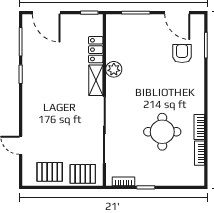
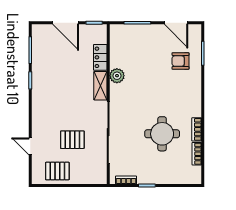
door: (46, 13) -> (66, 23), moved
armchair: (182, 54) -> (181, 61), turned -90
pallet: (83, 174) -> (72, 140), moved

